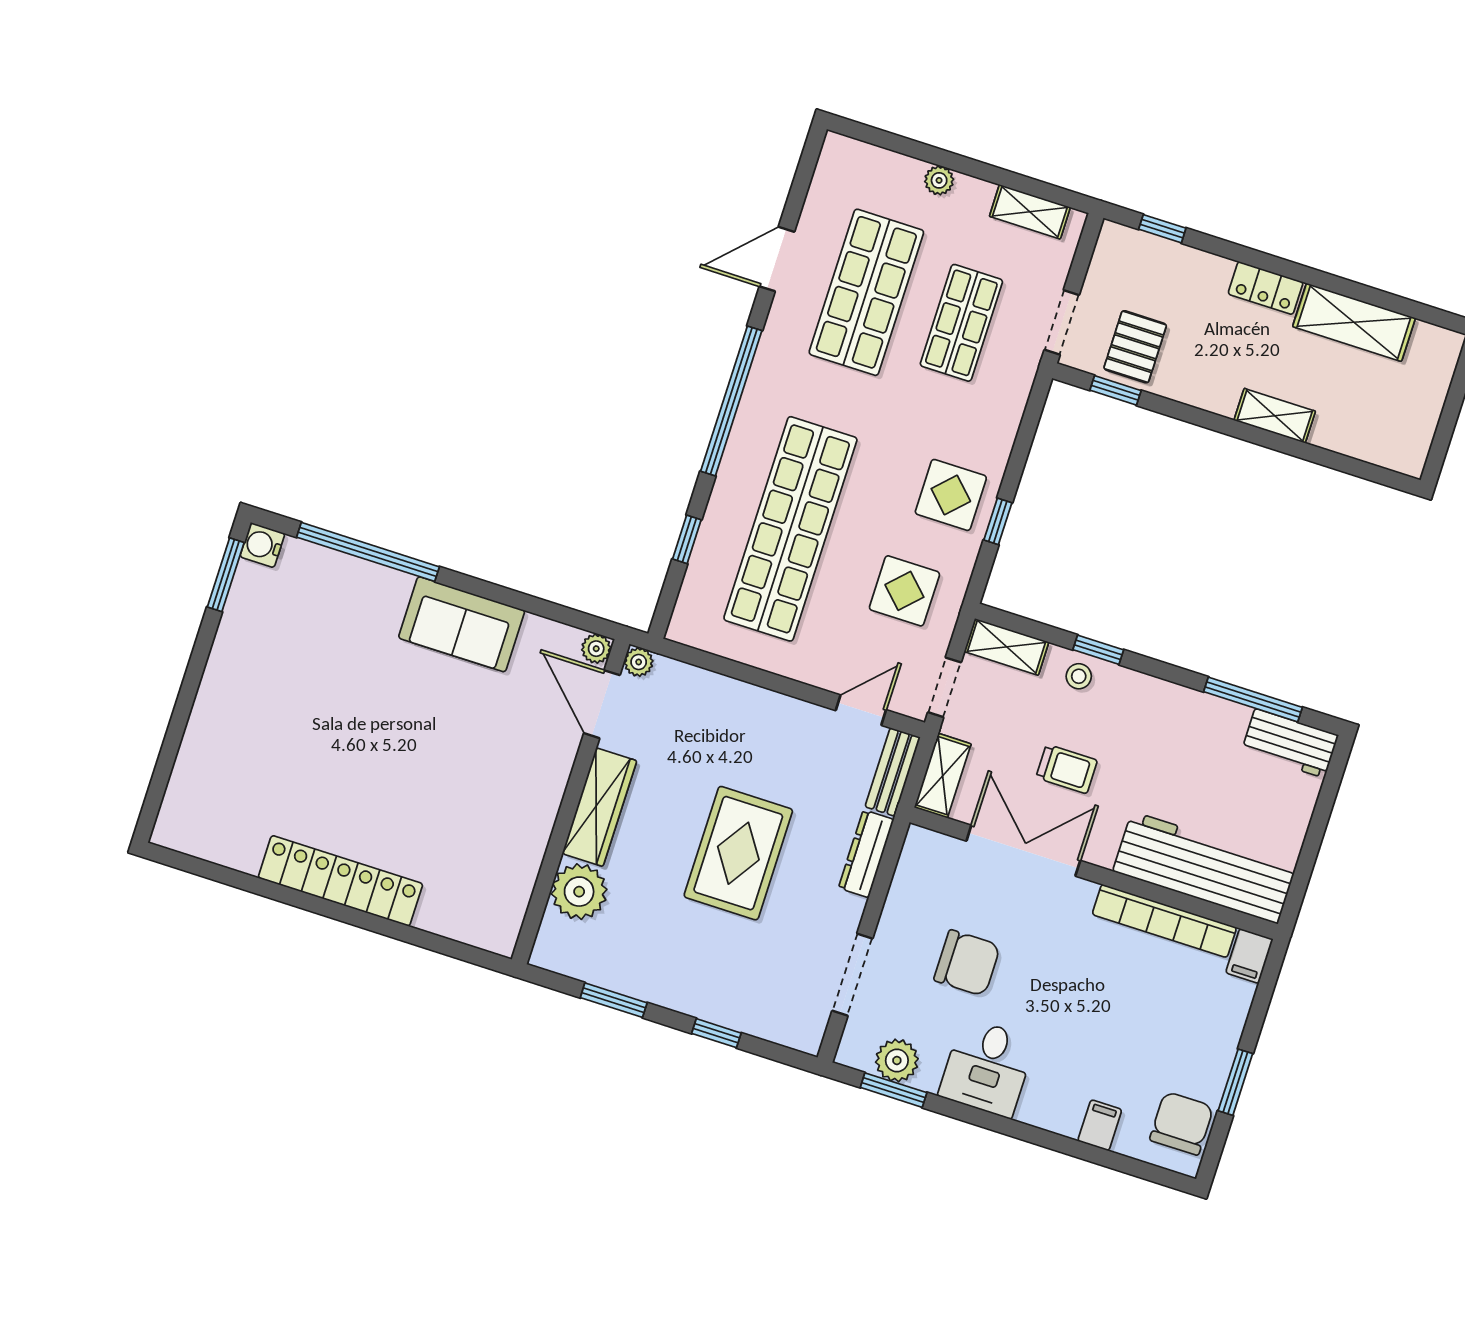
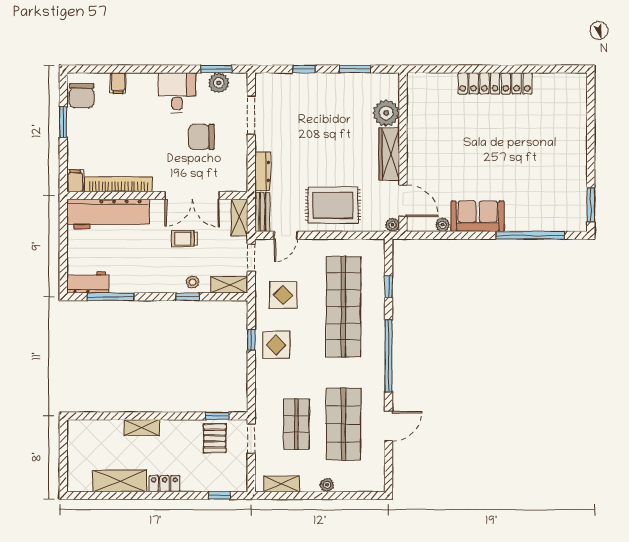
water cooler: (262, 545) -> (579, 223), removed
plant: (596, 649) -> (443, 225), moved
rug: (738, 853) -> (333, 205), moved, turned 90

